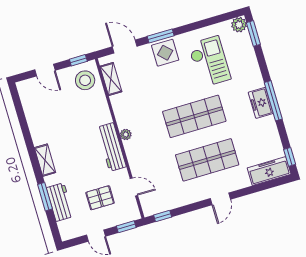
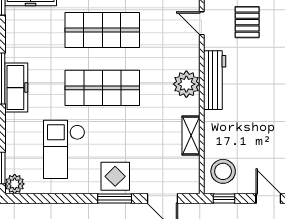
shelving: (111, 79) -> (191, 135), moved
freezer: (261, 103) -> (16, 88), width x1.40
plant: (126, 134) -> (186, 84), width x1.87, depth x1.87
pallet: (100, 198) -> (247, 22), turned 90

